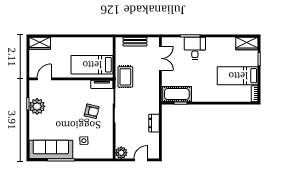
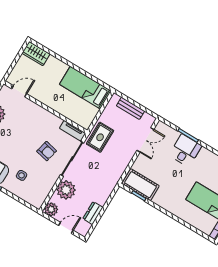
bed: (92, 65) -> (85, 88), moved
dresser: (154, 123) -> (93, 213), moved
plant: (124, 131) -> (66, 190), added

